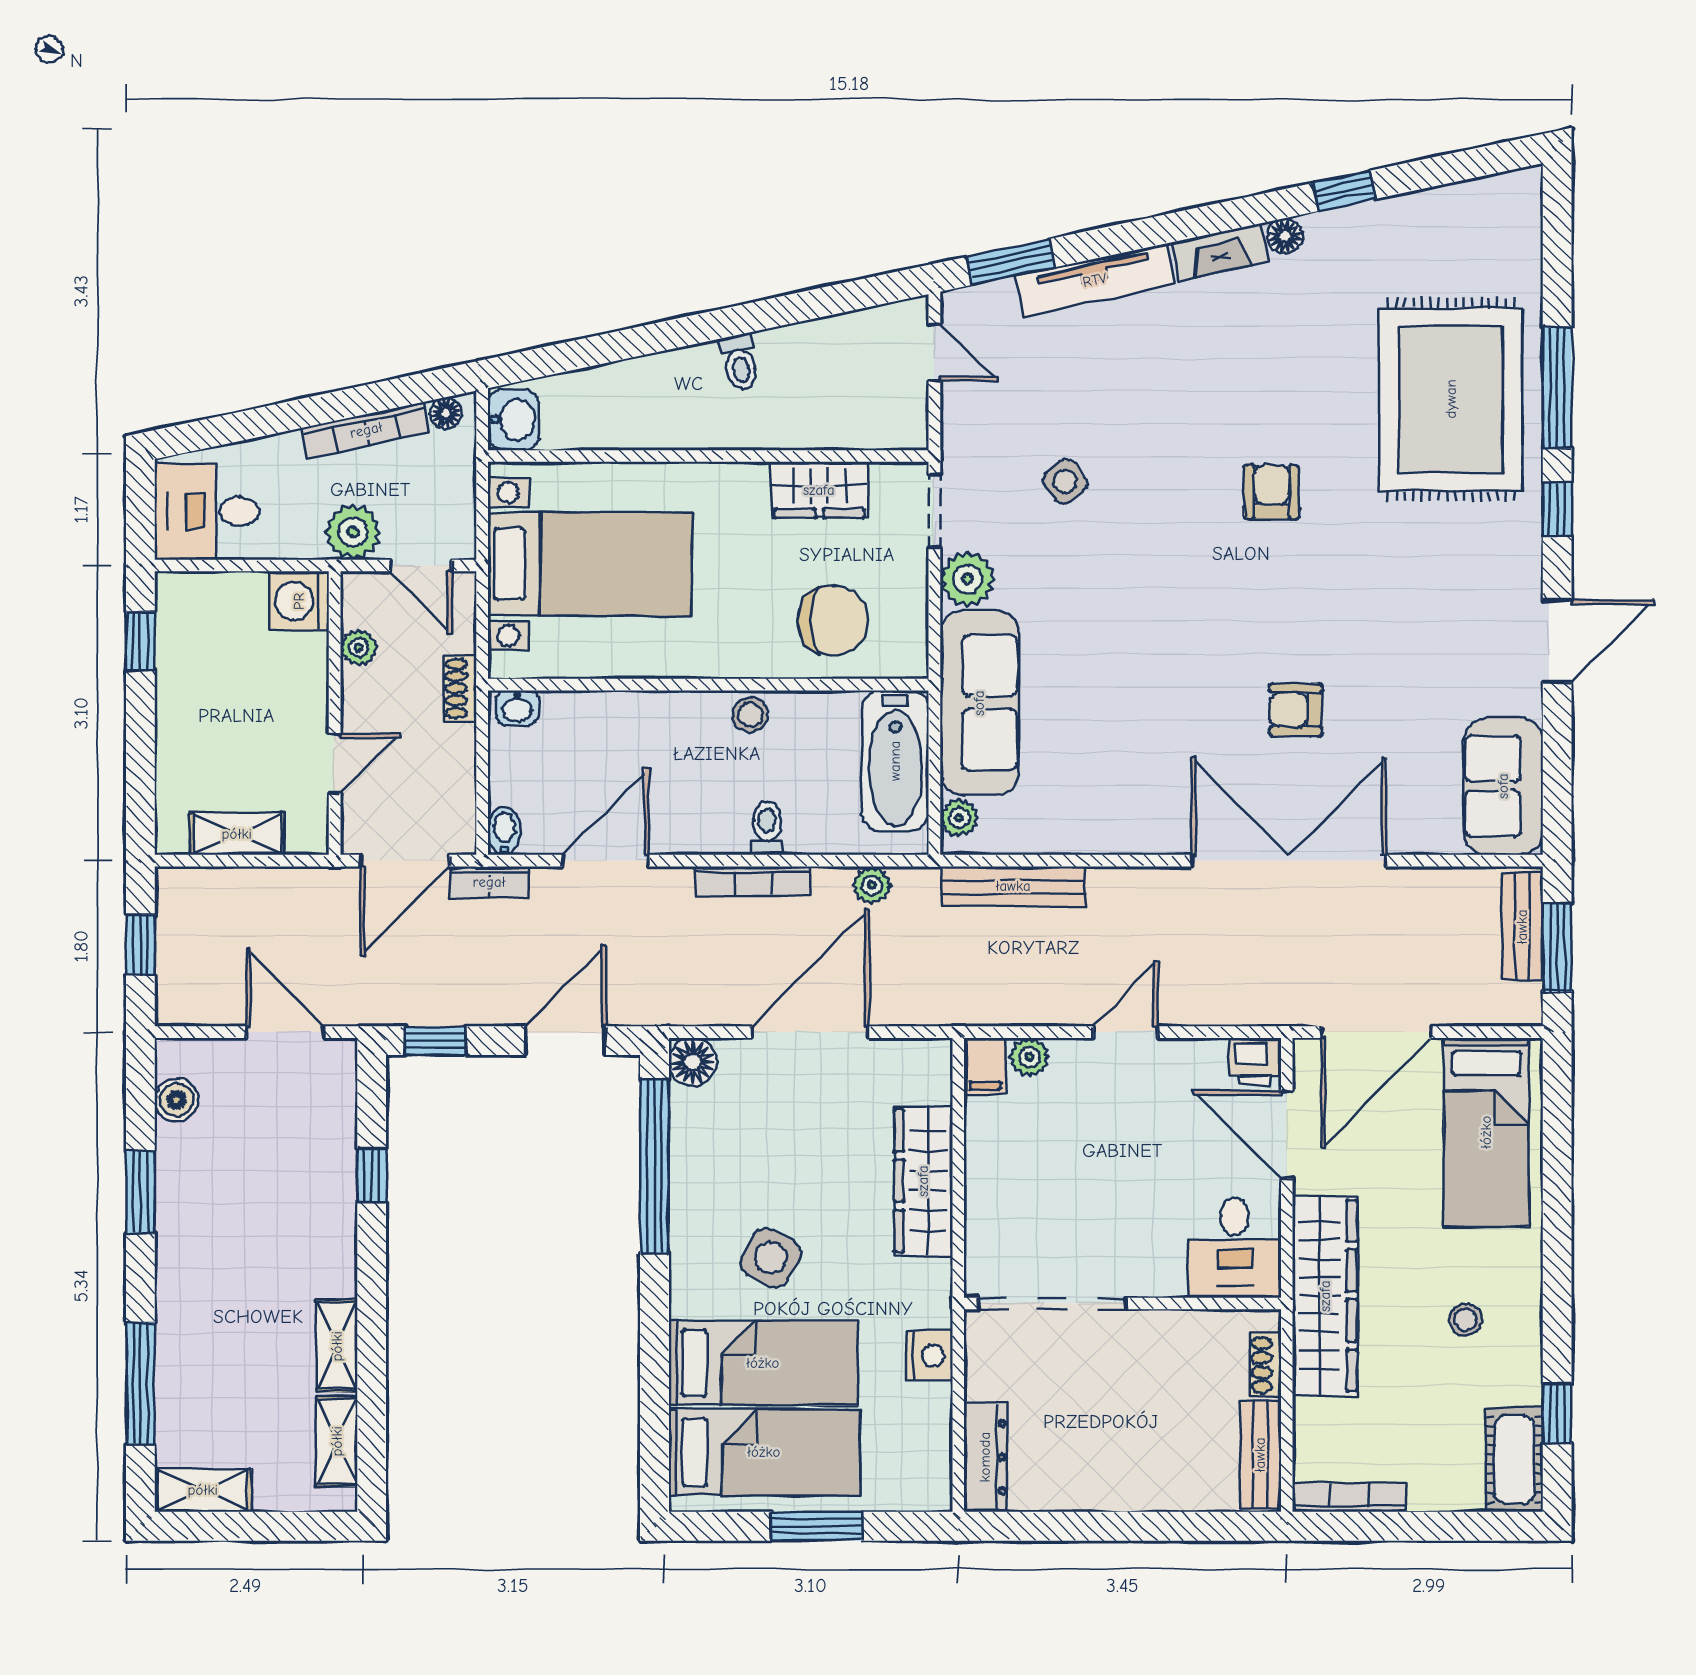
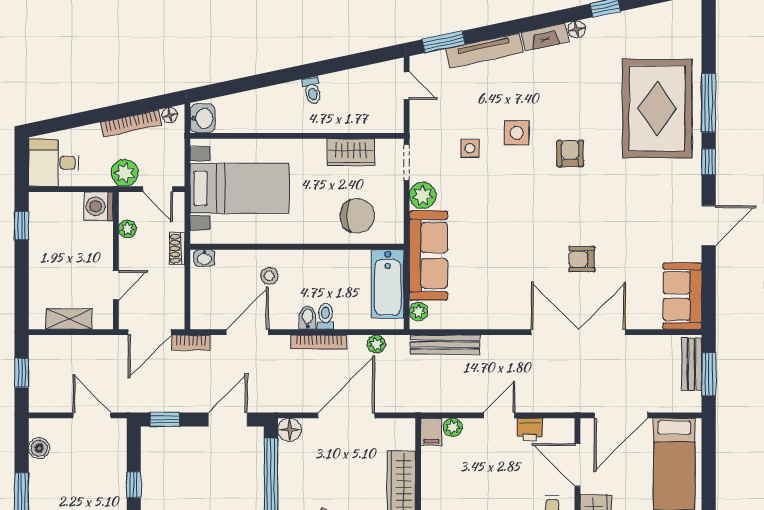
side table: (1161, 450) -> (517, 133), added
side table: (1065, 481) -> (470, 148), turned 36
stool: (750, 715) -> (269, 276), moved
bidet: (504, 831) -> (308, 318), moved
printer: (1255, 1061) -> (530, 430), moved

